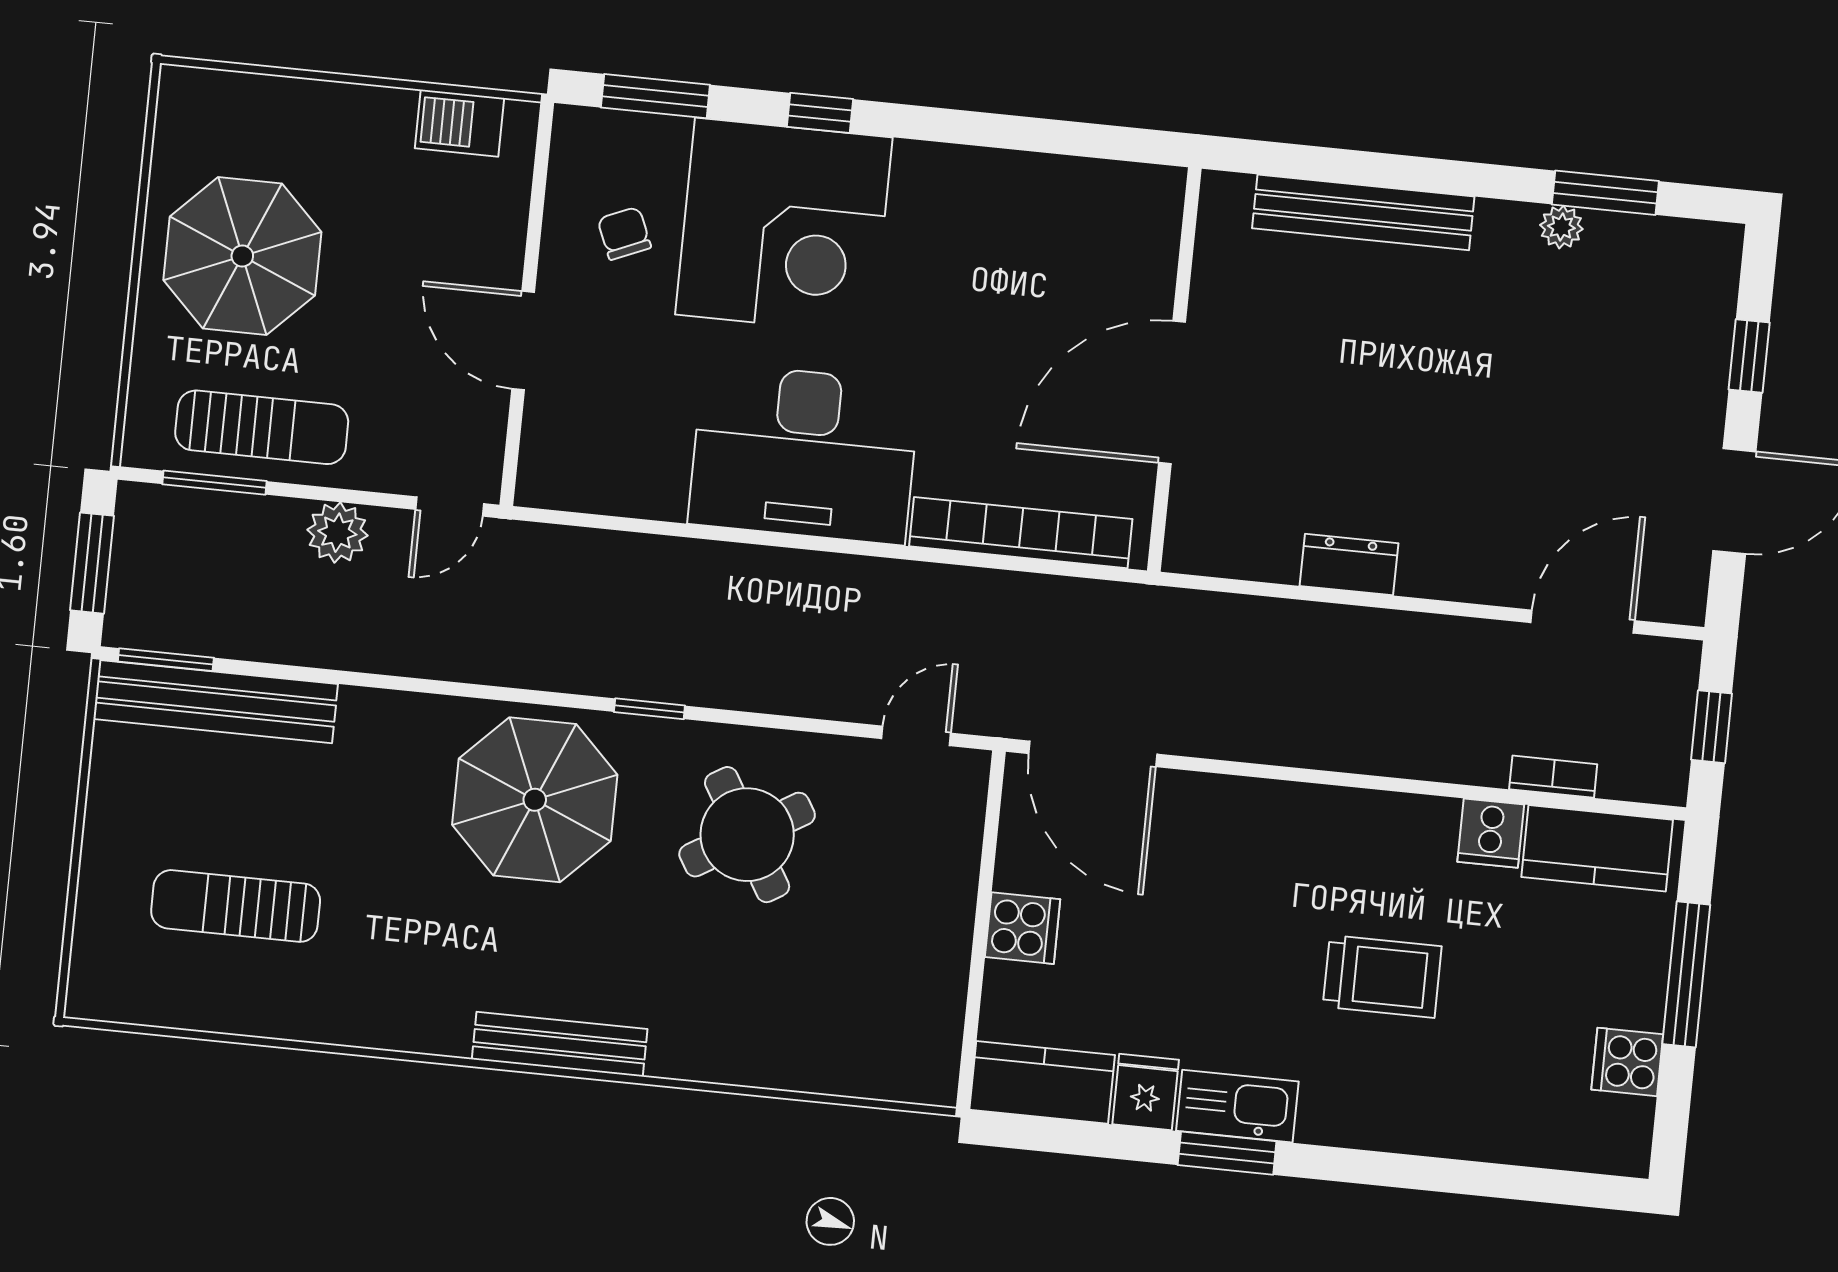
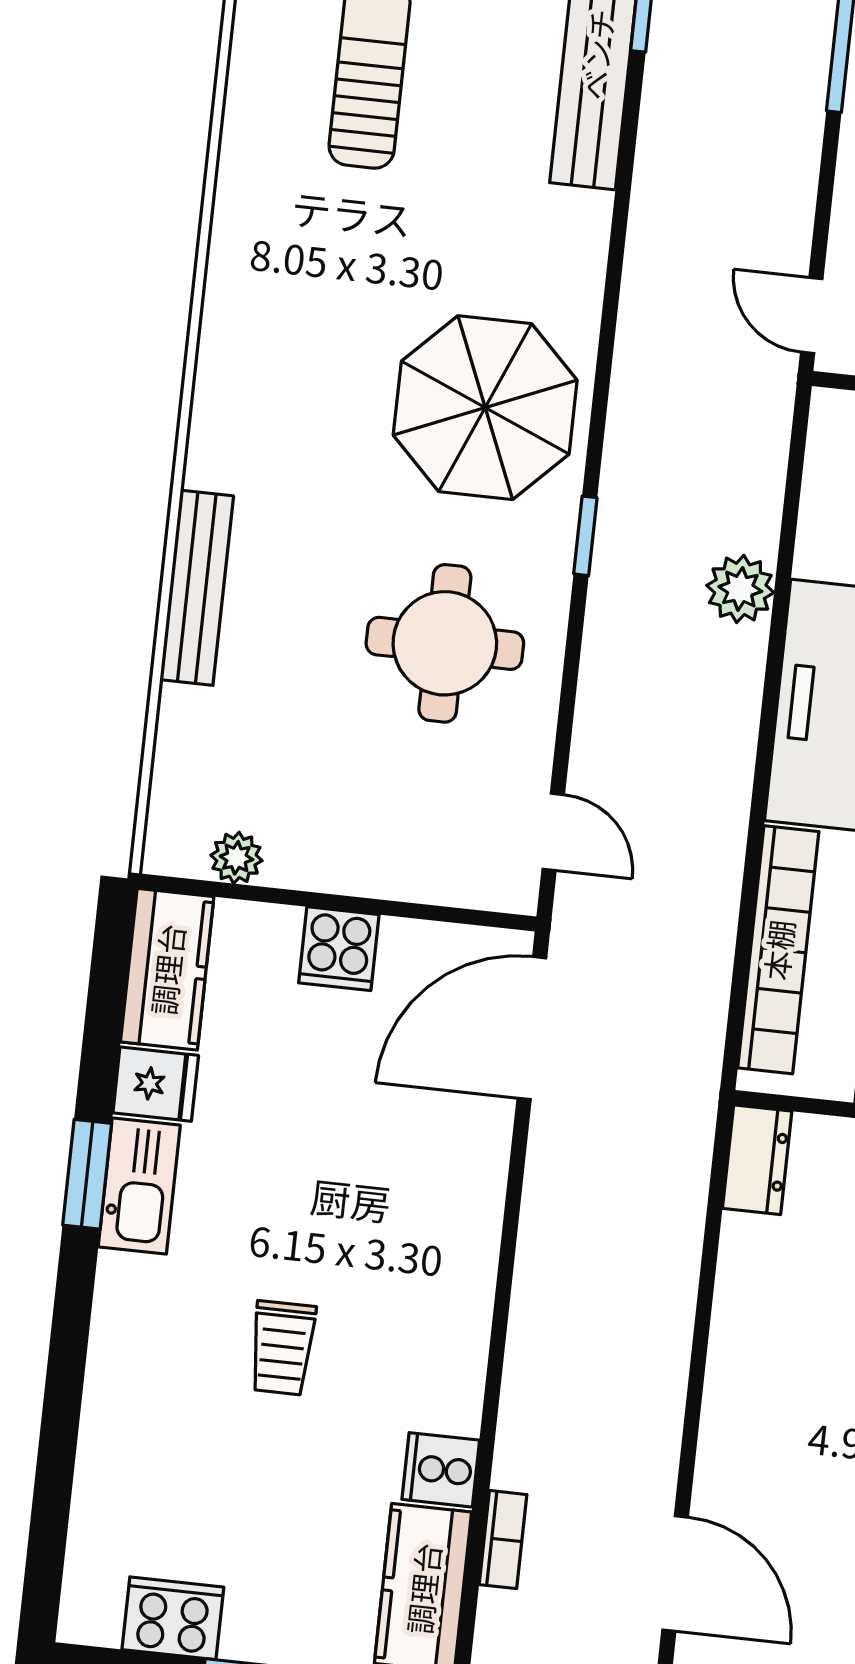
plant: (337, 533) -> (740, 589), moved
dresser: (1349, 565) -> (757, 1160), moved
round table: (747, 835) -> (445, 643), turned 31
trolley: (1382, 976) -> (282, 1348), width x0.73, depth x0.72
plant: (941, 1021) -> (236, 858), added
bench: (560, 1044) -> (197, 588), moved
cooker: (1627, 1062) -> (173, 1618), width x1.36

